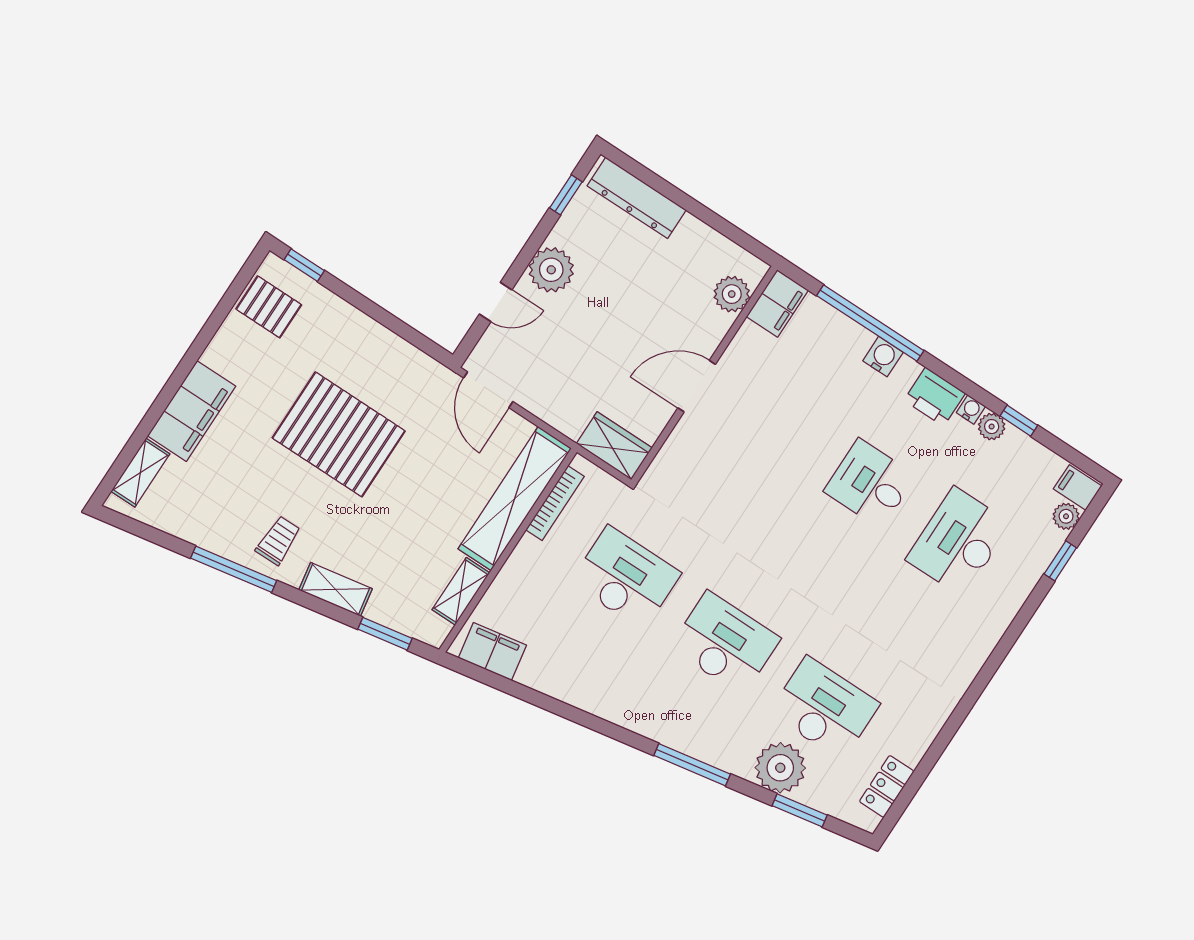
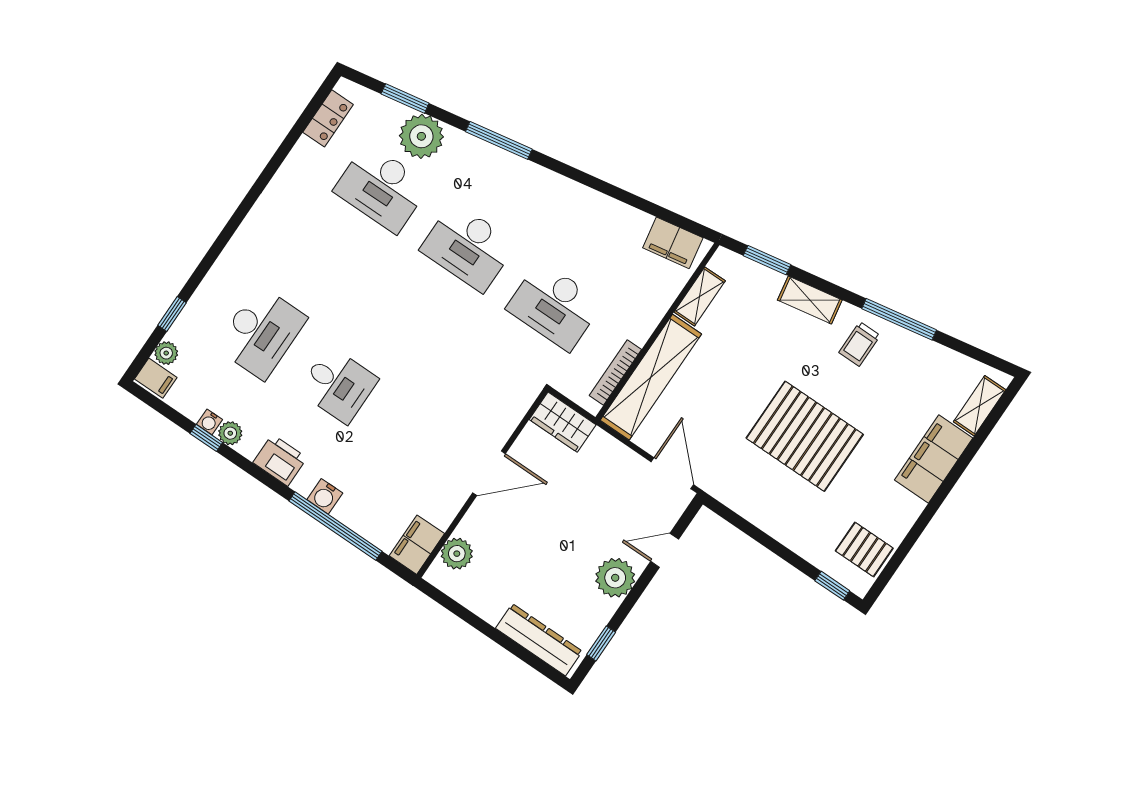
water cooler: (971, 410) -> (209, 422), moved

